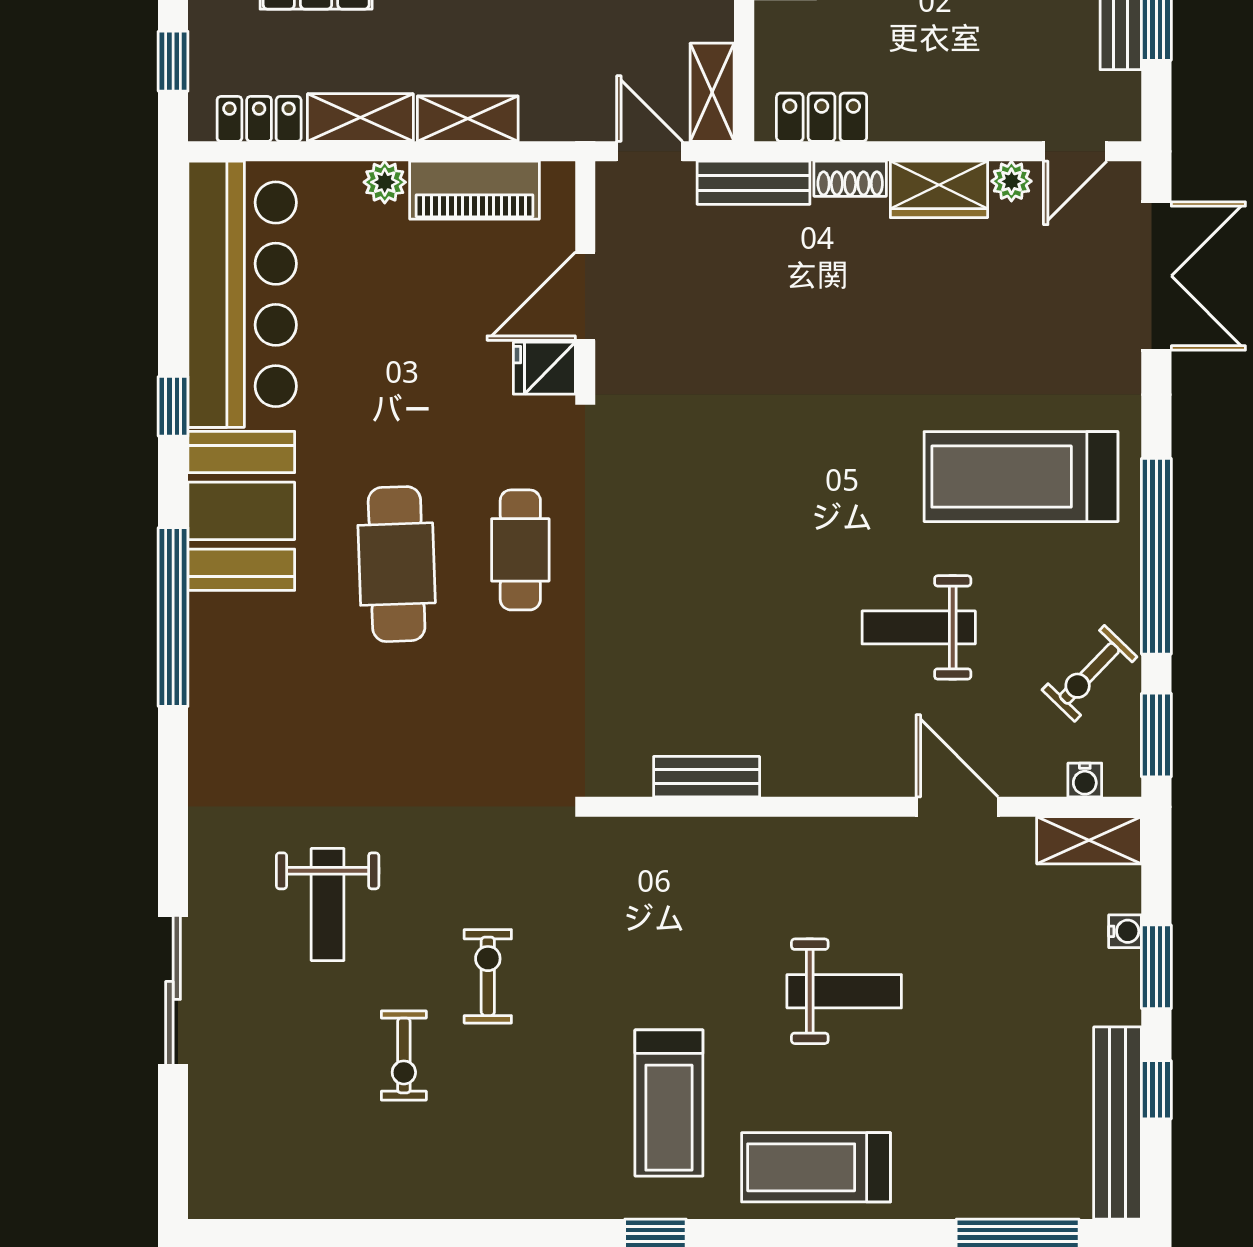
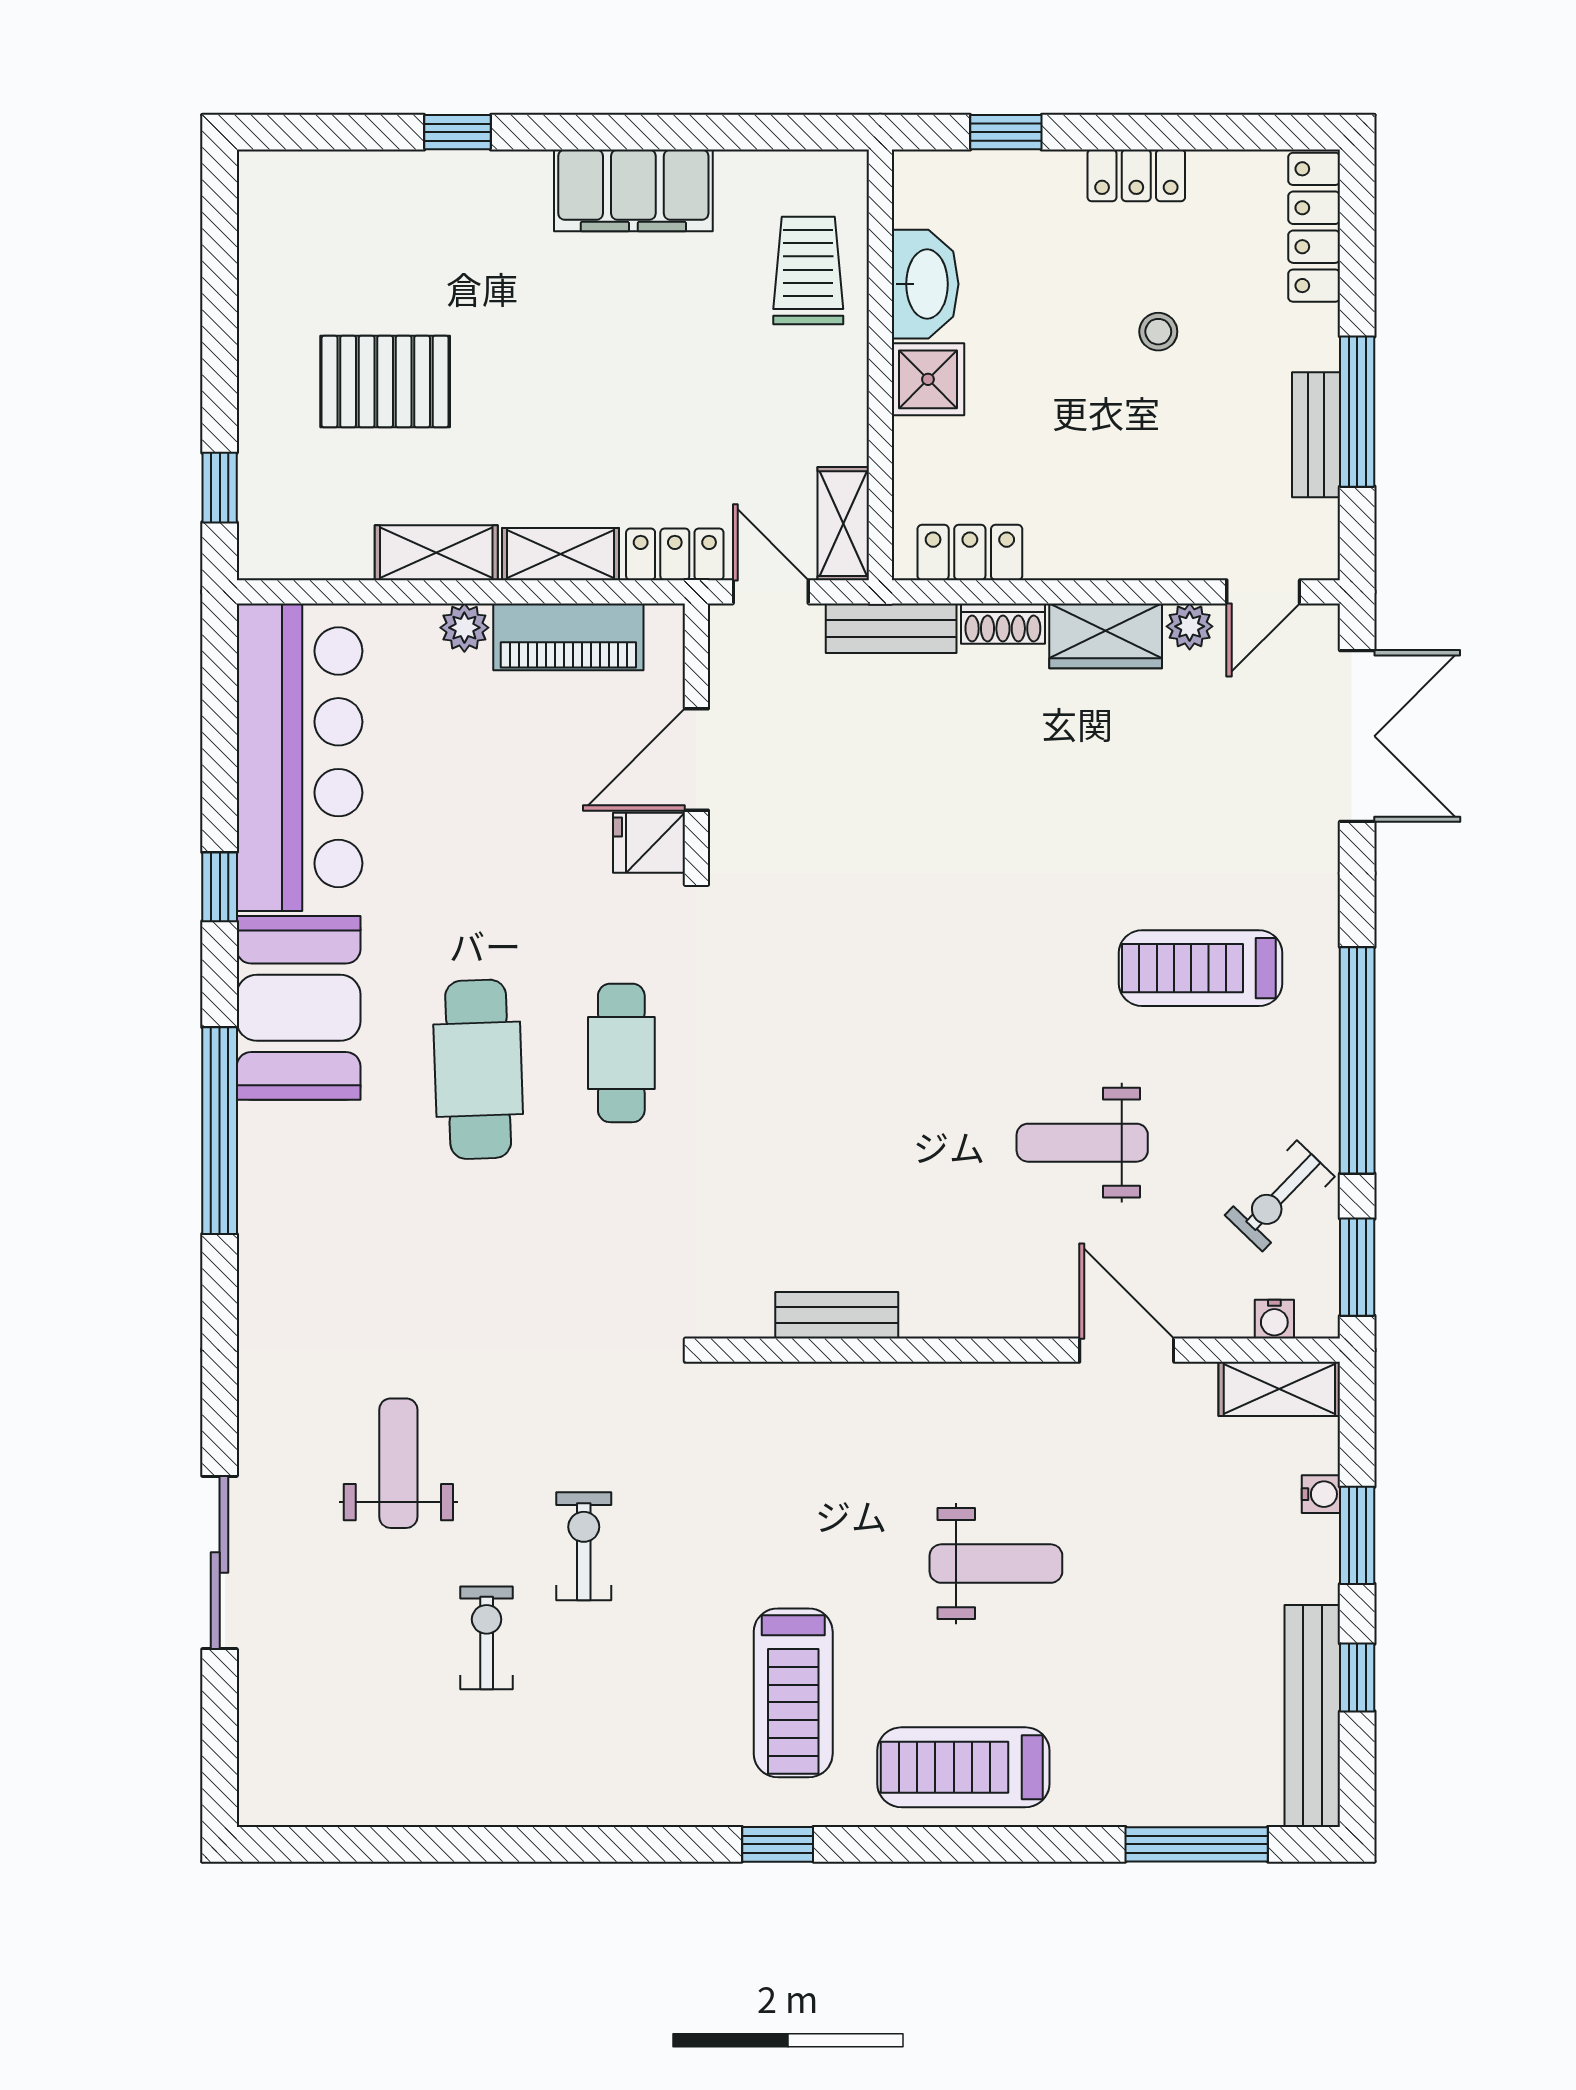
locker: (259, 119) -> (675, 554), moved
treadmill: (1021, 477) -> (1200, 968), width x0.73, depth x0.73
weight bench: (328, 904) -> (398, 1463), turned 180
exercise bike: (404, 1056) -> (487, 1638), turned 180

